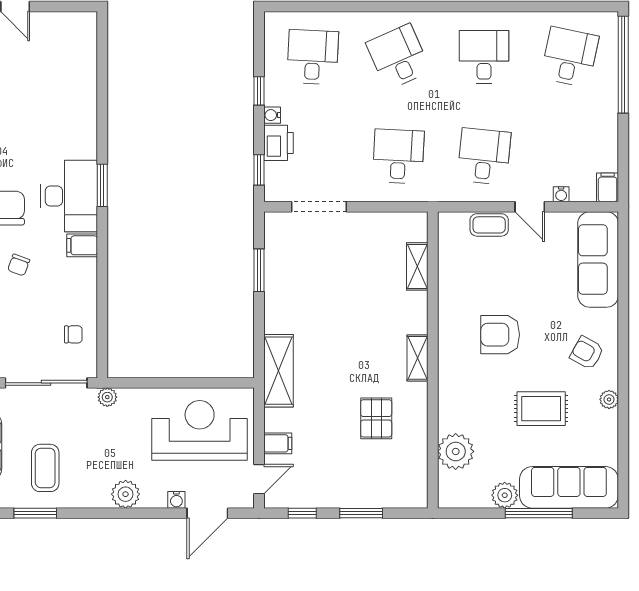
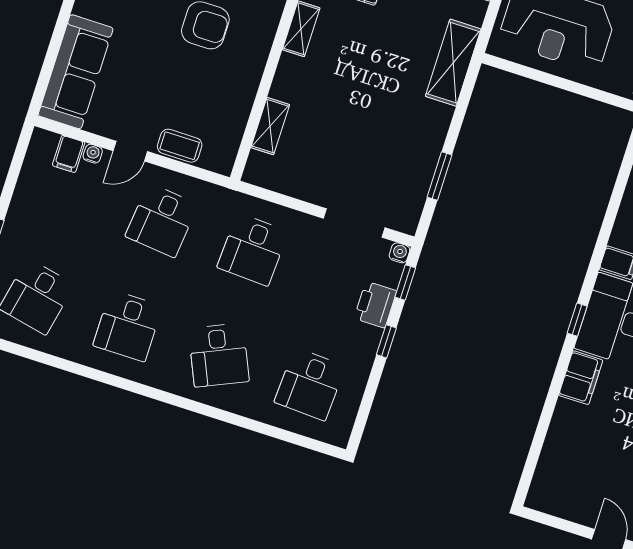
window: (259, 91) -> (386, 341), moved
water cooler: (272, 115) -> (400, 253), moved, turned -90
filing cabinet: (83, 137) -> (581, 378), added
window: (102, 185) -> (577, 320), width x0.67
filing cabinet: (608, 187) -> (69, 154), moved
door: (530, 207) -> (130, 151), swing flipped

